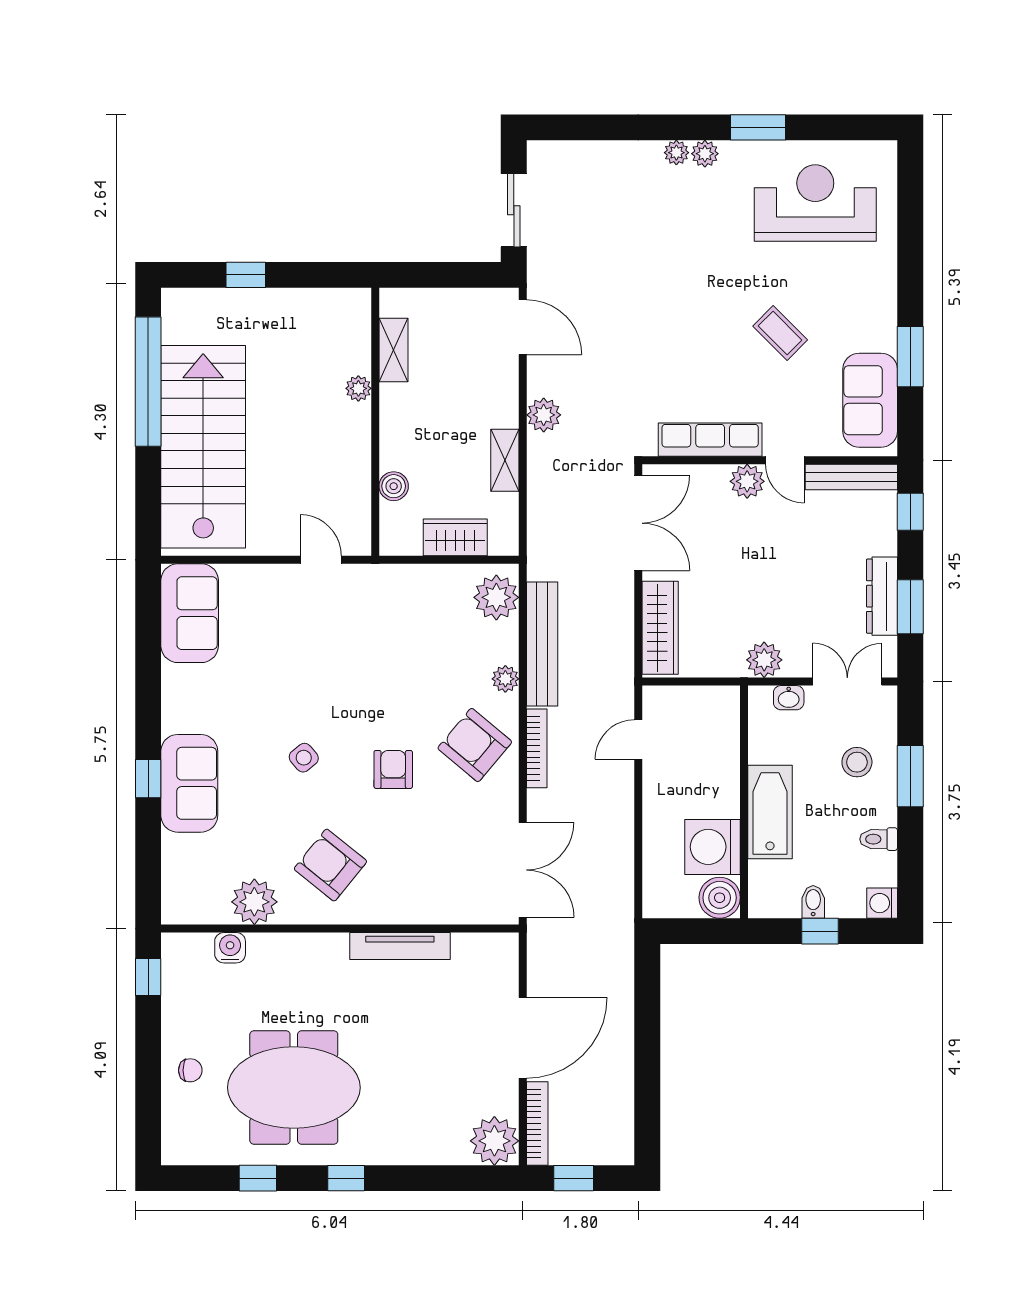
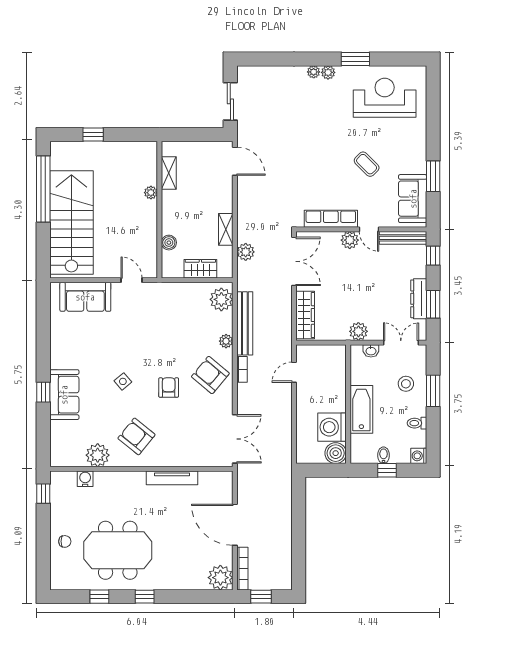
plant: (544, 415) -> (246, 252), moved
sofa: (190, 613) -> (85, 297), moved, turned 90
bookcase: (537, 748) -> (242, 369), width x0.64
door: (523, 1038) -> (235, 525), swing flipped

